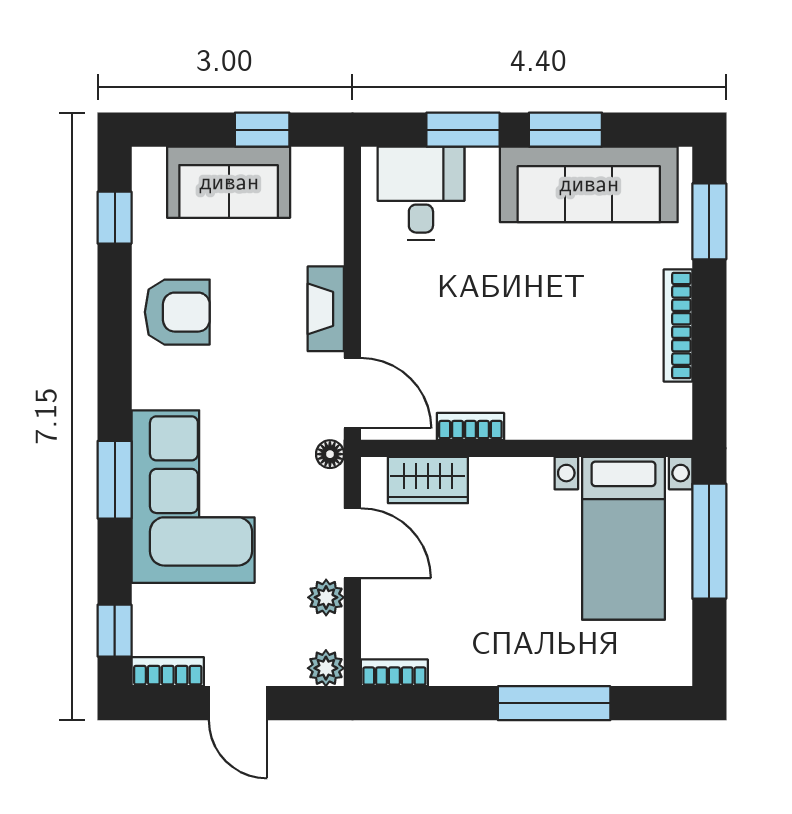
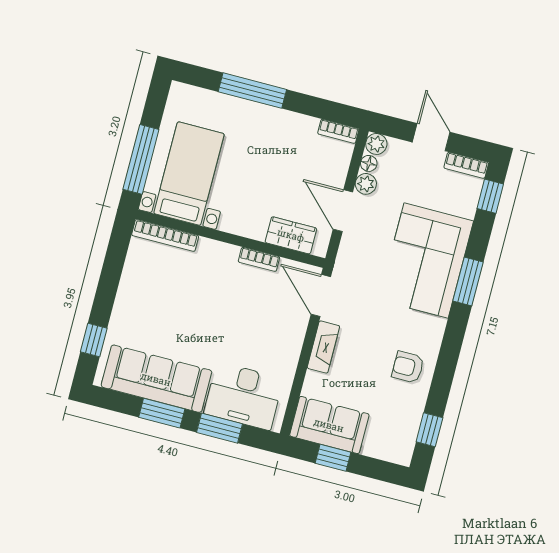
sofa: (229, 182) -> (329, 425), moved
desk: (421, 193) -> (244, 396), width x1.37
window: (709, 221) -> (94, 340), width x0.67
armchair: (177, 312) -> (408, 367), width x0.72, depth x0.72
bookcase: (678, 325) -> (165, 235), moved, turned 90
floor lamp: (330, 454) -> (369, 163), moved

